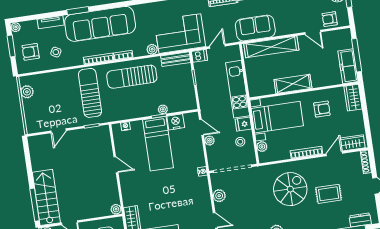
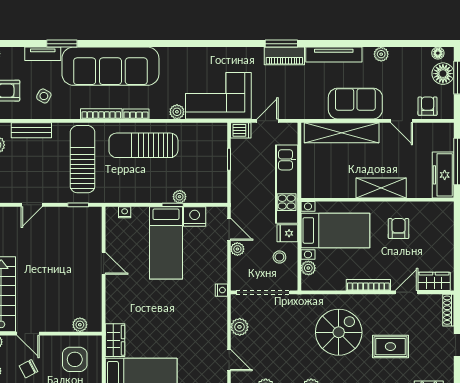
window: (78, 11) -> (62, 44), moved
armchair: (330, 19) -> (428, 106), turned 90
sofa: (255, 28) -> (355, 104), moved
bench: (176, 59) -> (31, 130), moved
shelving: (293, 84) -> (381, 188), moved
wardrobe: (353, 98) -> (444, 219), removed
armchair: (322, 109) -> (399, 229), turned -90
plant: (116, 209) -> (80, 325), moved

